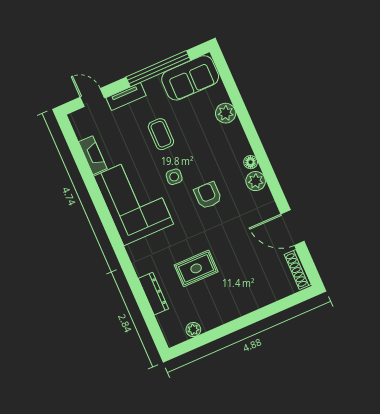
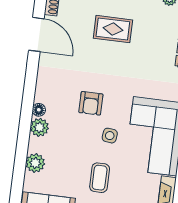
plant: (256, 181) -> (39, 127), moved
rug: (196, 268) -> (113, 29), moved

